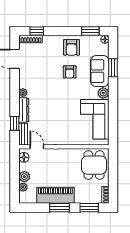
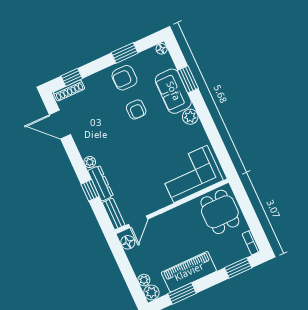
window: (90, 31) -> (125, 53), moved
armchair: (72, 47) -> (124, 78), turned 90
corner sofa: (95, 119) -> (190, 174), moved, turned 90
window: (15, 123) -> (90, 190), moved
door: (37, 147) -> (138, 222), swing flipped
plant: (24, 177) -> (151, 292), moved
window: (59, 208) -> (182, 294), moved

